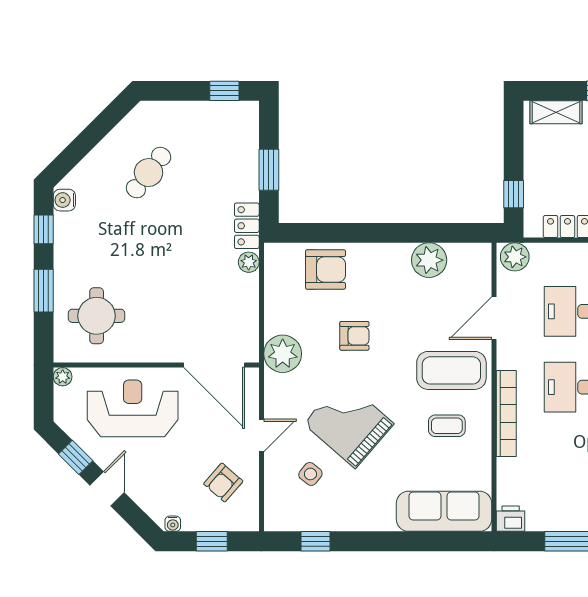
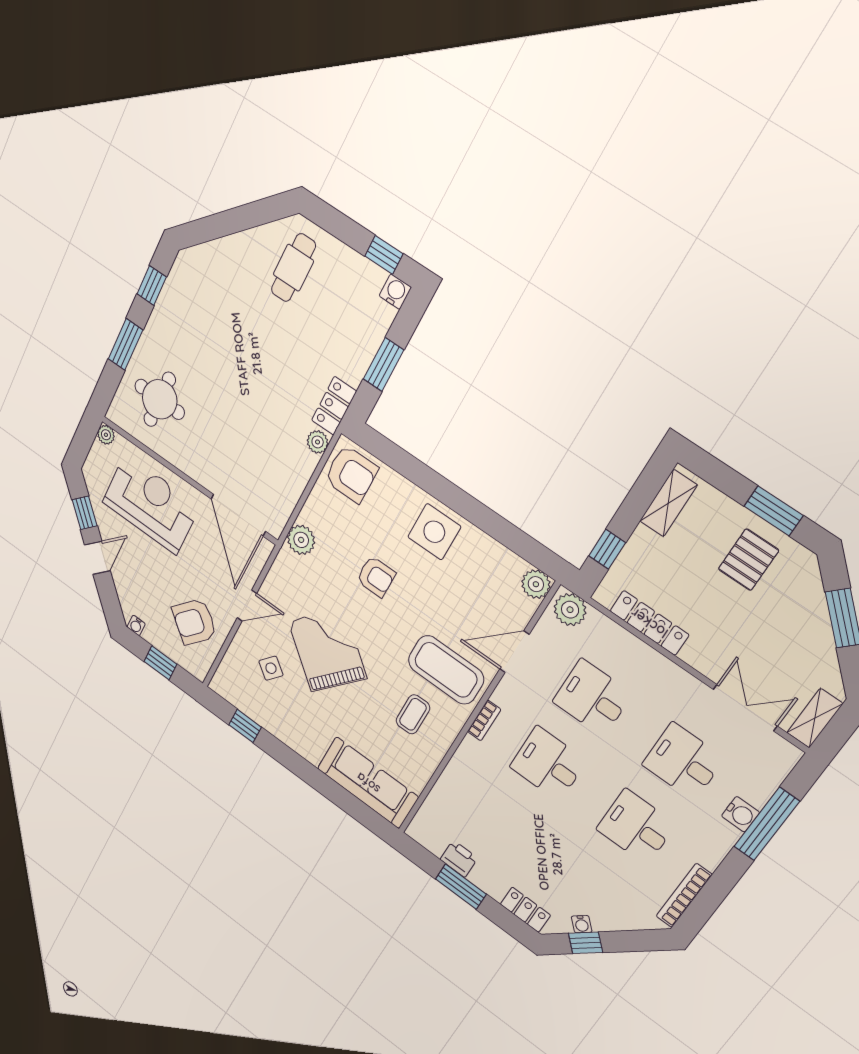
shelving: (556, 112) -> (668, 503), moved, turned 90
cafe table: (149, 173) -> (293, 268), moved, turned -38
water cooler: (64, 200) -> (395, 292), moved, turned 90
plant: (429, 260) -> (536, 584), moved, width x0.73, depth x0.73
armchair: (326, 269) -> (351, 474), moved
side table: (380, 269) -> (434, 532), added
plant: (283, 354) -> (301, 540), width x0.73, depth x0.73
bookcase: (506, 414) -> (484, 720), width x0.43, depth x0.76
coffee table: (447, 426) -> (413, 714), turned 90
armchair: (223, 482) -> (194, 622), width x1.38, depth x1.38
printer: (511, 519) -> (459, 859), moved

